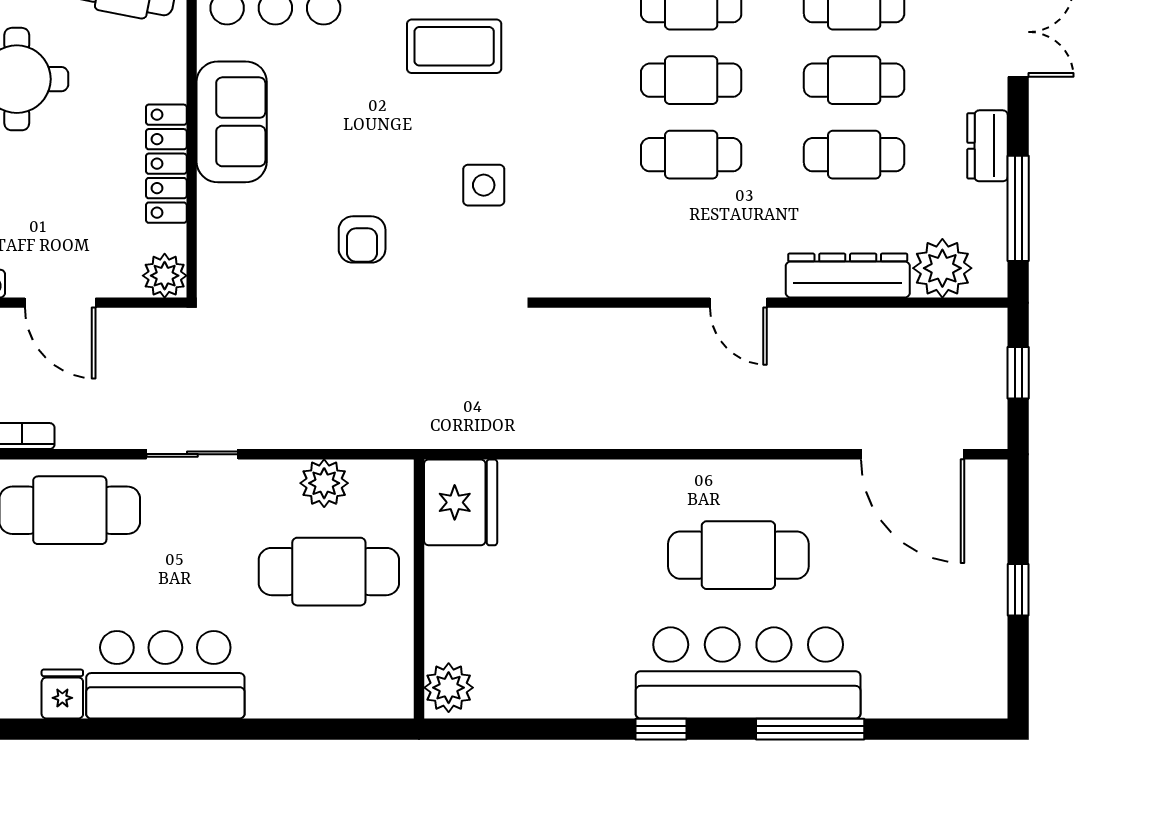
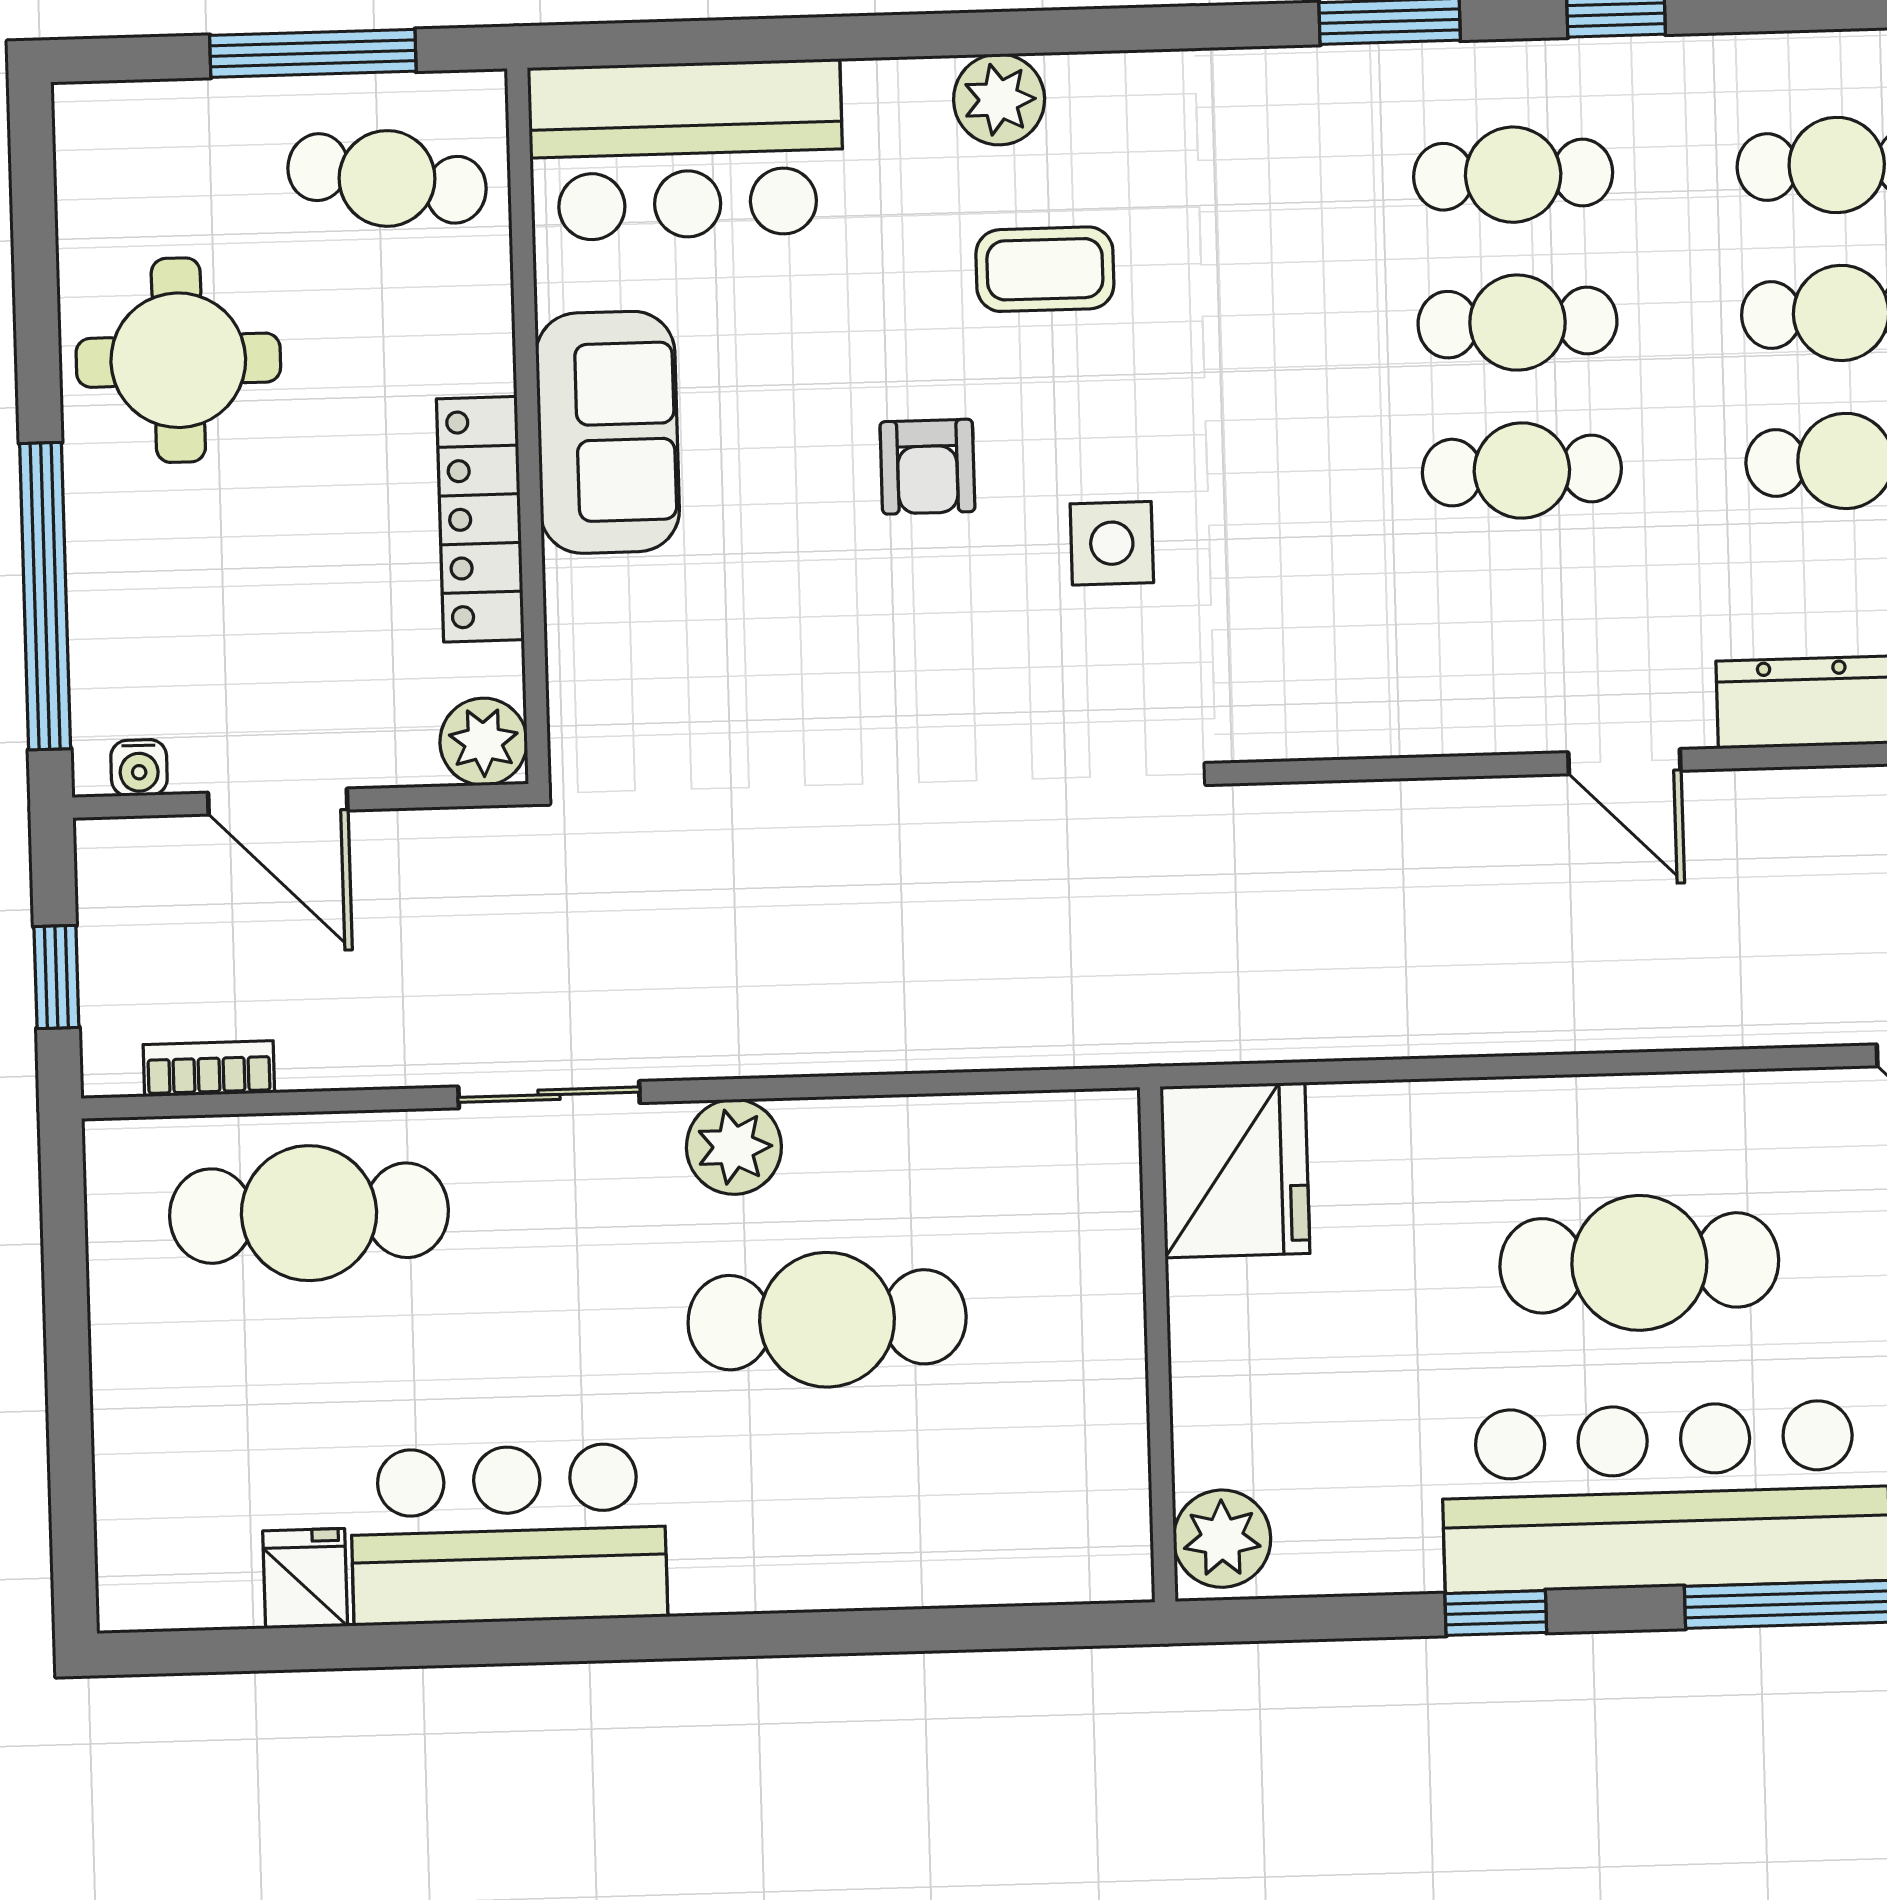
coffee table: (454, 46) -> (1045, 269), width x0.73, depth x0.77
armchair: (362, 239) -> (927, 467), moved
plant: (324, 483) -> (734, 1147), moved
fridge: (461, 502) -> (1235, 1170), moved
wall: (419, 589) -> (1158, 1344), moved
plant: (449, 688) -> (1222, 1539), moved

